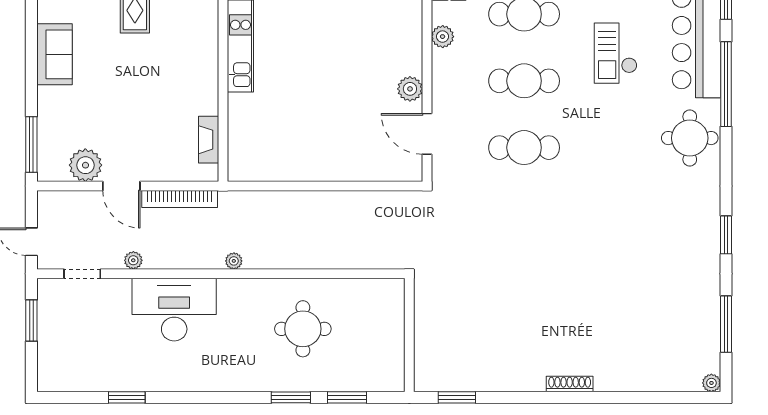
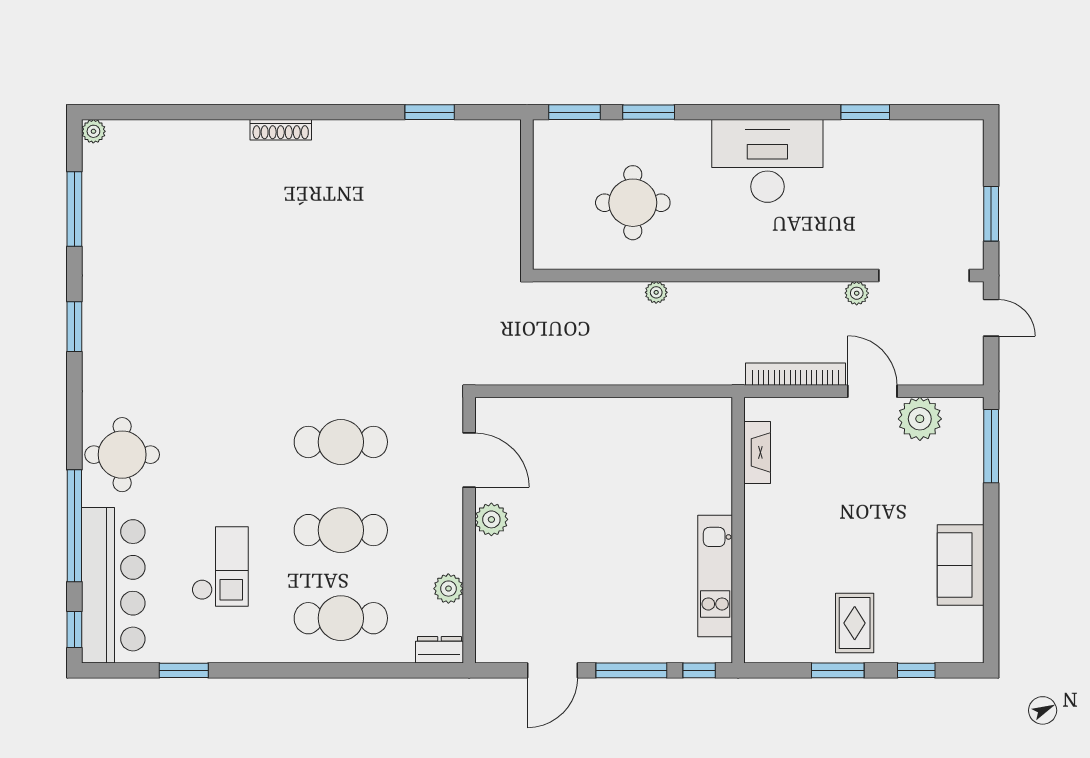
plant: (234, 261) -> (656, 292), moved
doorway: (82, 274) -> (924, 276), width x1.88
desk: (174, 310) -> (767, 161), moved, turned 180
wall: (409, 335) -> (527, 195), moved

